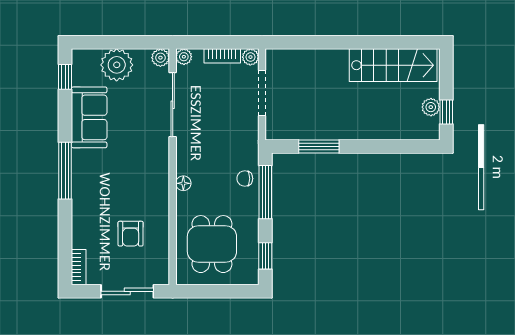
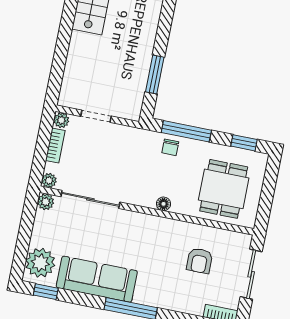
plant: (117, 65) -> (40, 263), moved
doorway: (262, 93) -> (96, 116), width x0.73
sofa: (89, 117) -> (97, 279), width x1.36
armchair: (131, 234) -> (200, 261), turned 90
dining table: (212, 244) -> (224, 189), turned 90

